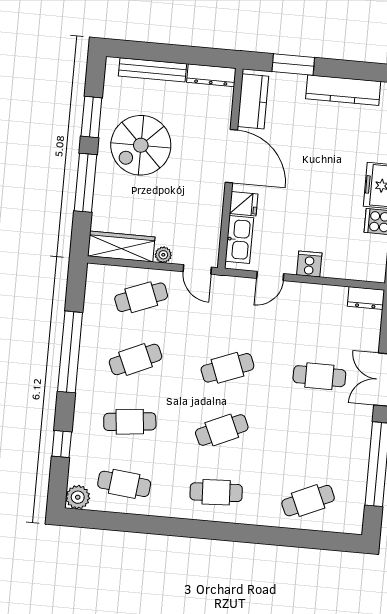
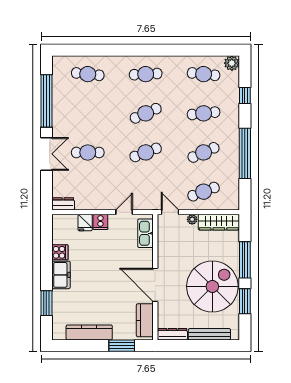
spiral stairs: (141, 145) -> (212, 286), width x1.37, depth x1.37
fridge: (244, 204) -> (85, 223), moved, turned -90
cafe table: (308, 501) -> (88, 74), turned 30

